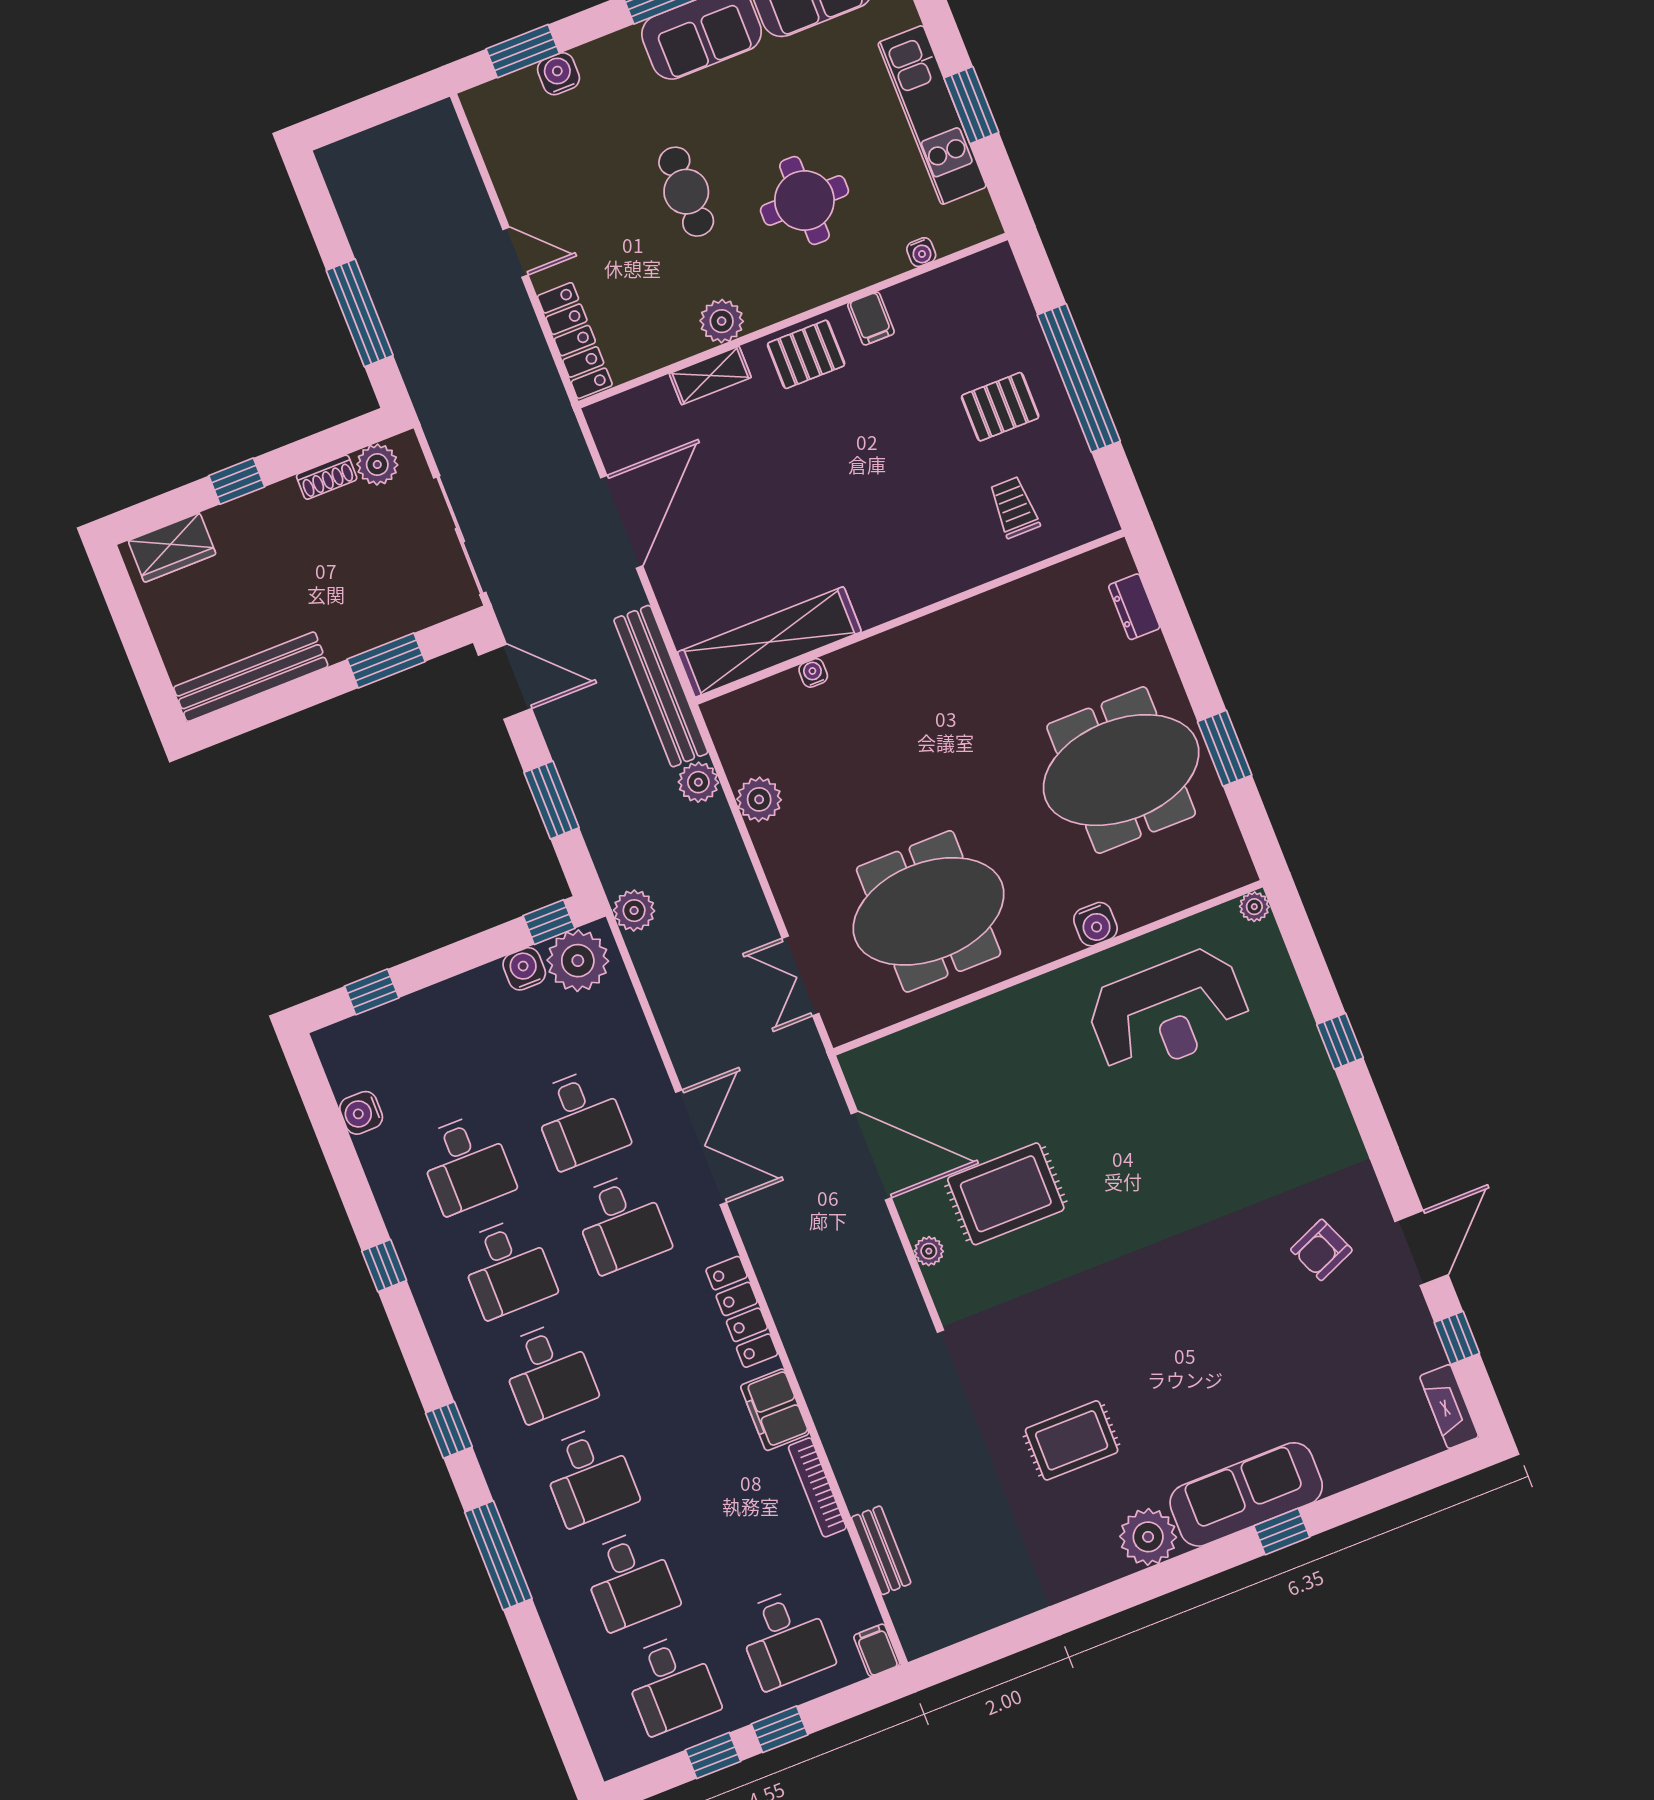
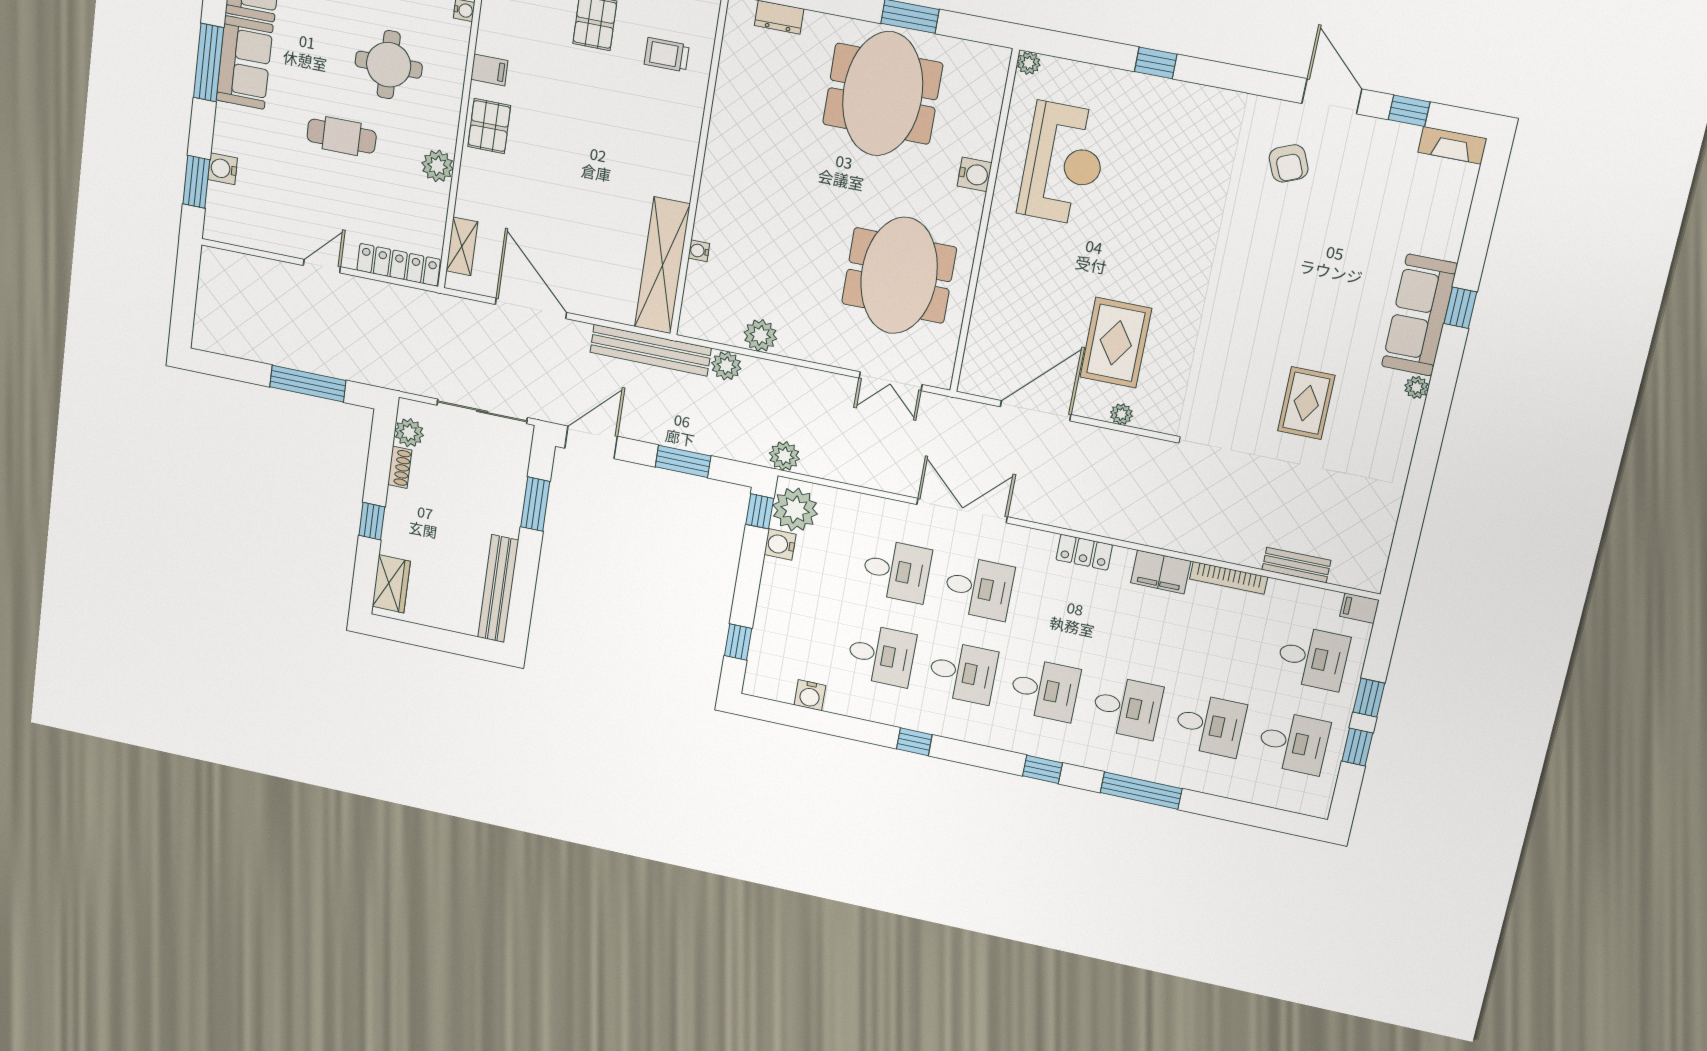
shelving: (710, 375) -> (462, 246), moved
locker: (742, 1312) -> (1084, 552), width x0.66
plant: (1148, 1537) -> (1416, 387), width x0.53, depth x0.53

